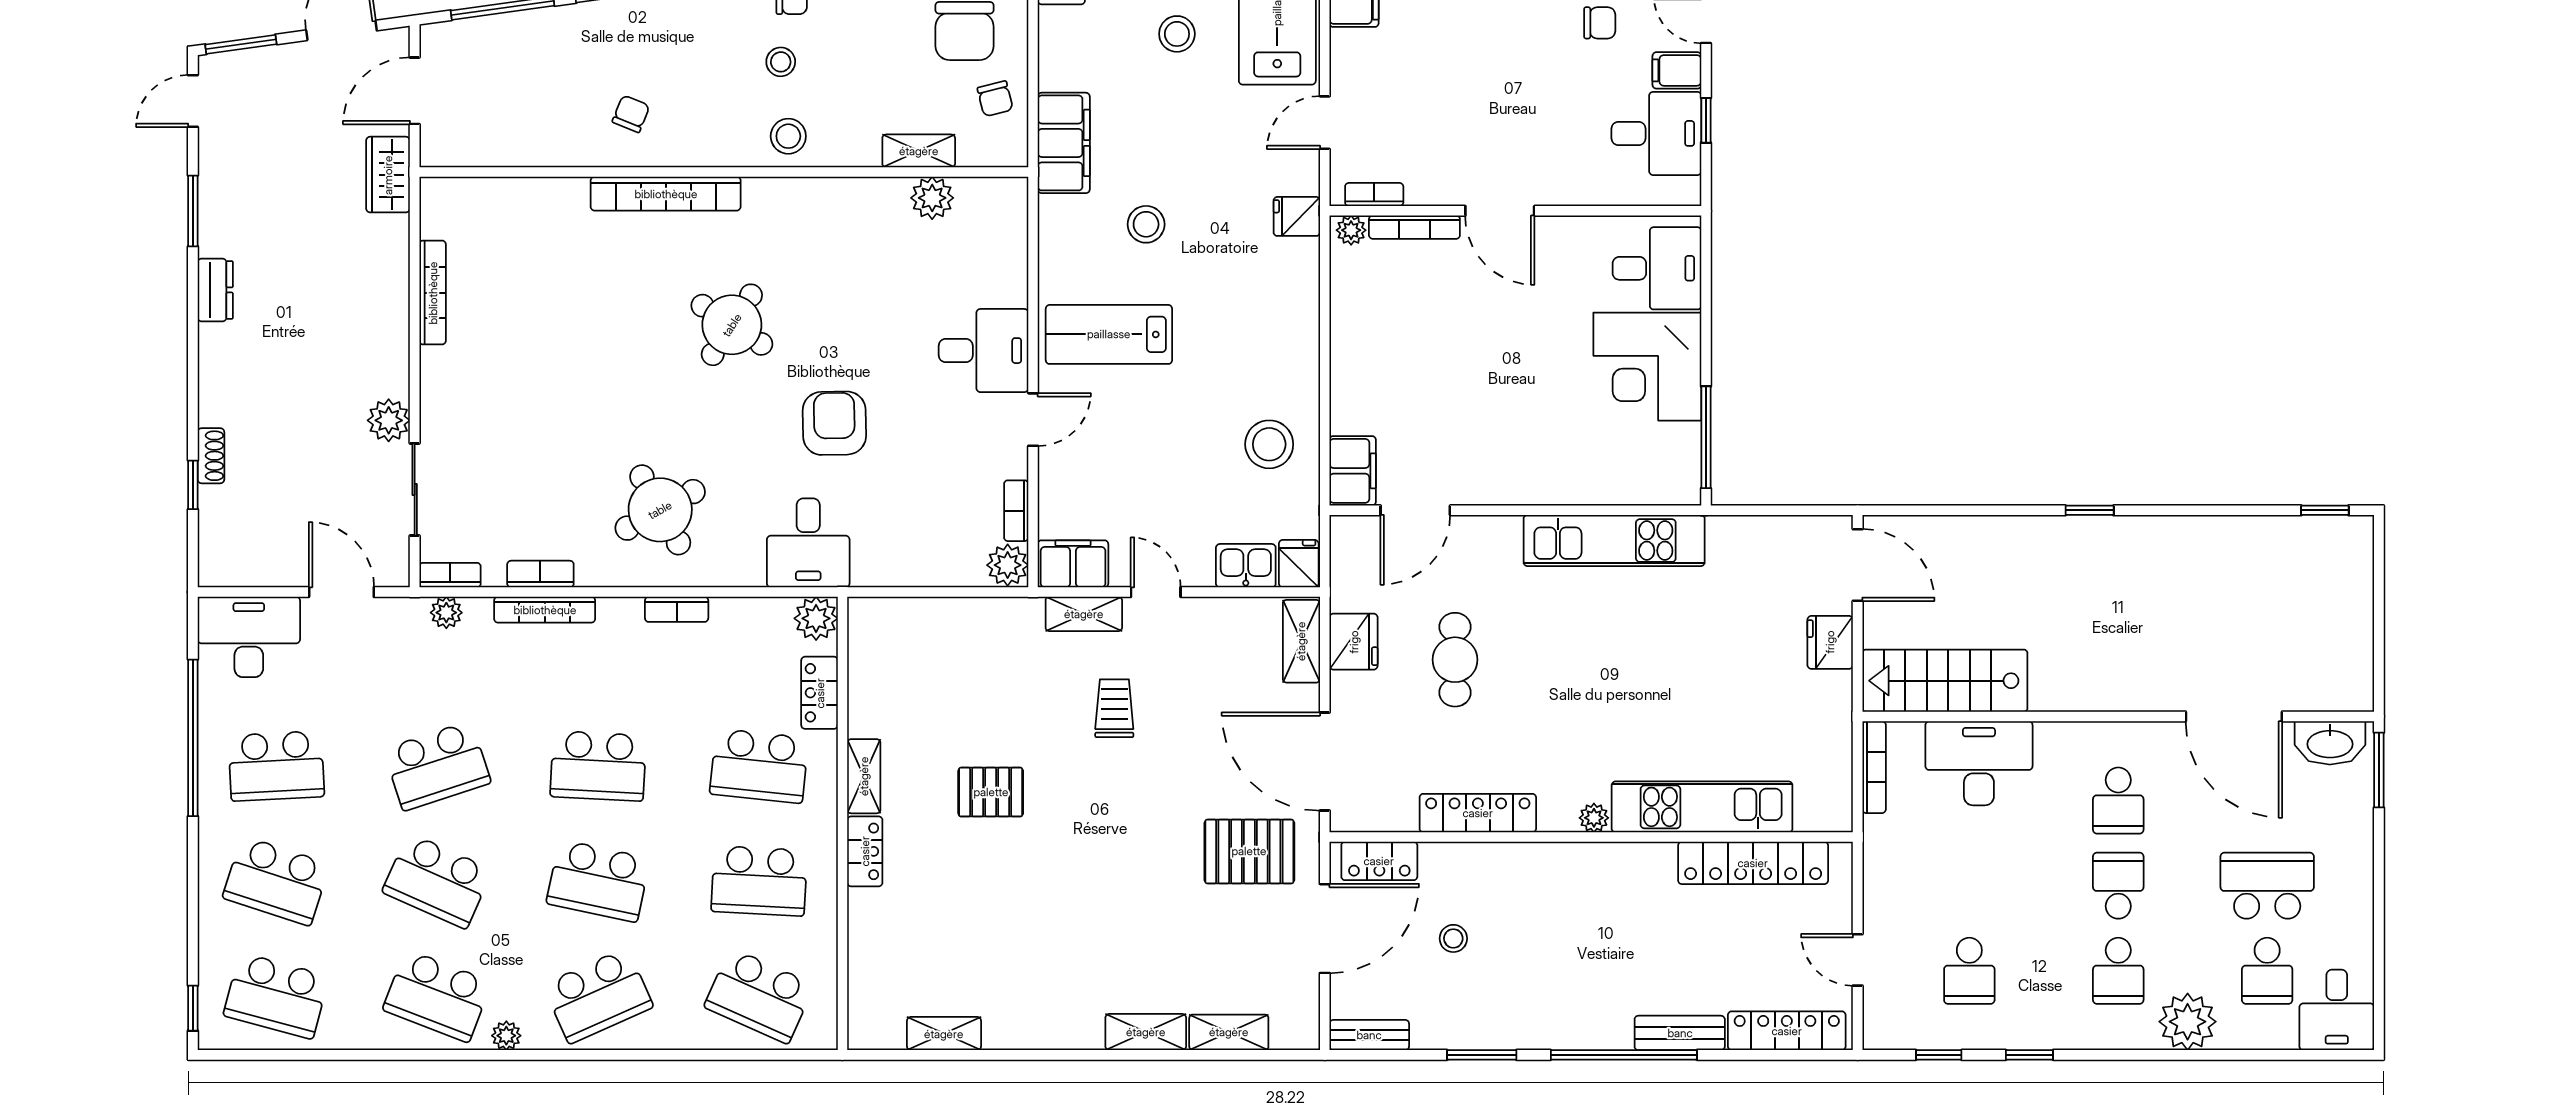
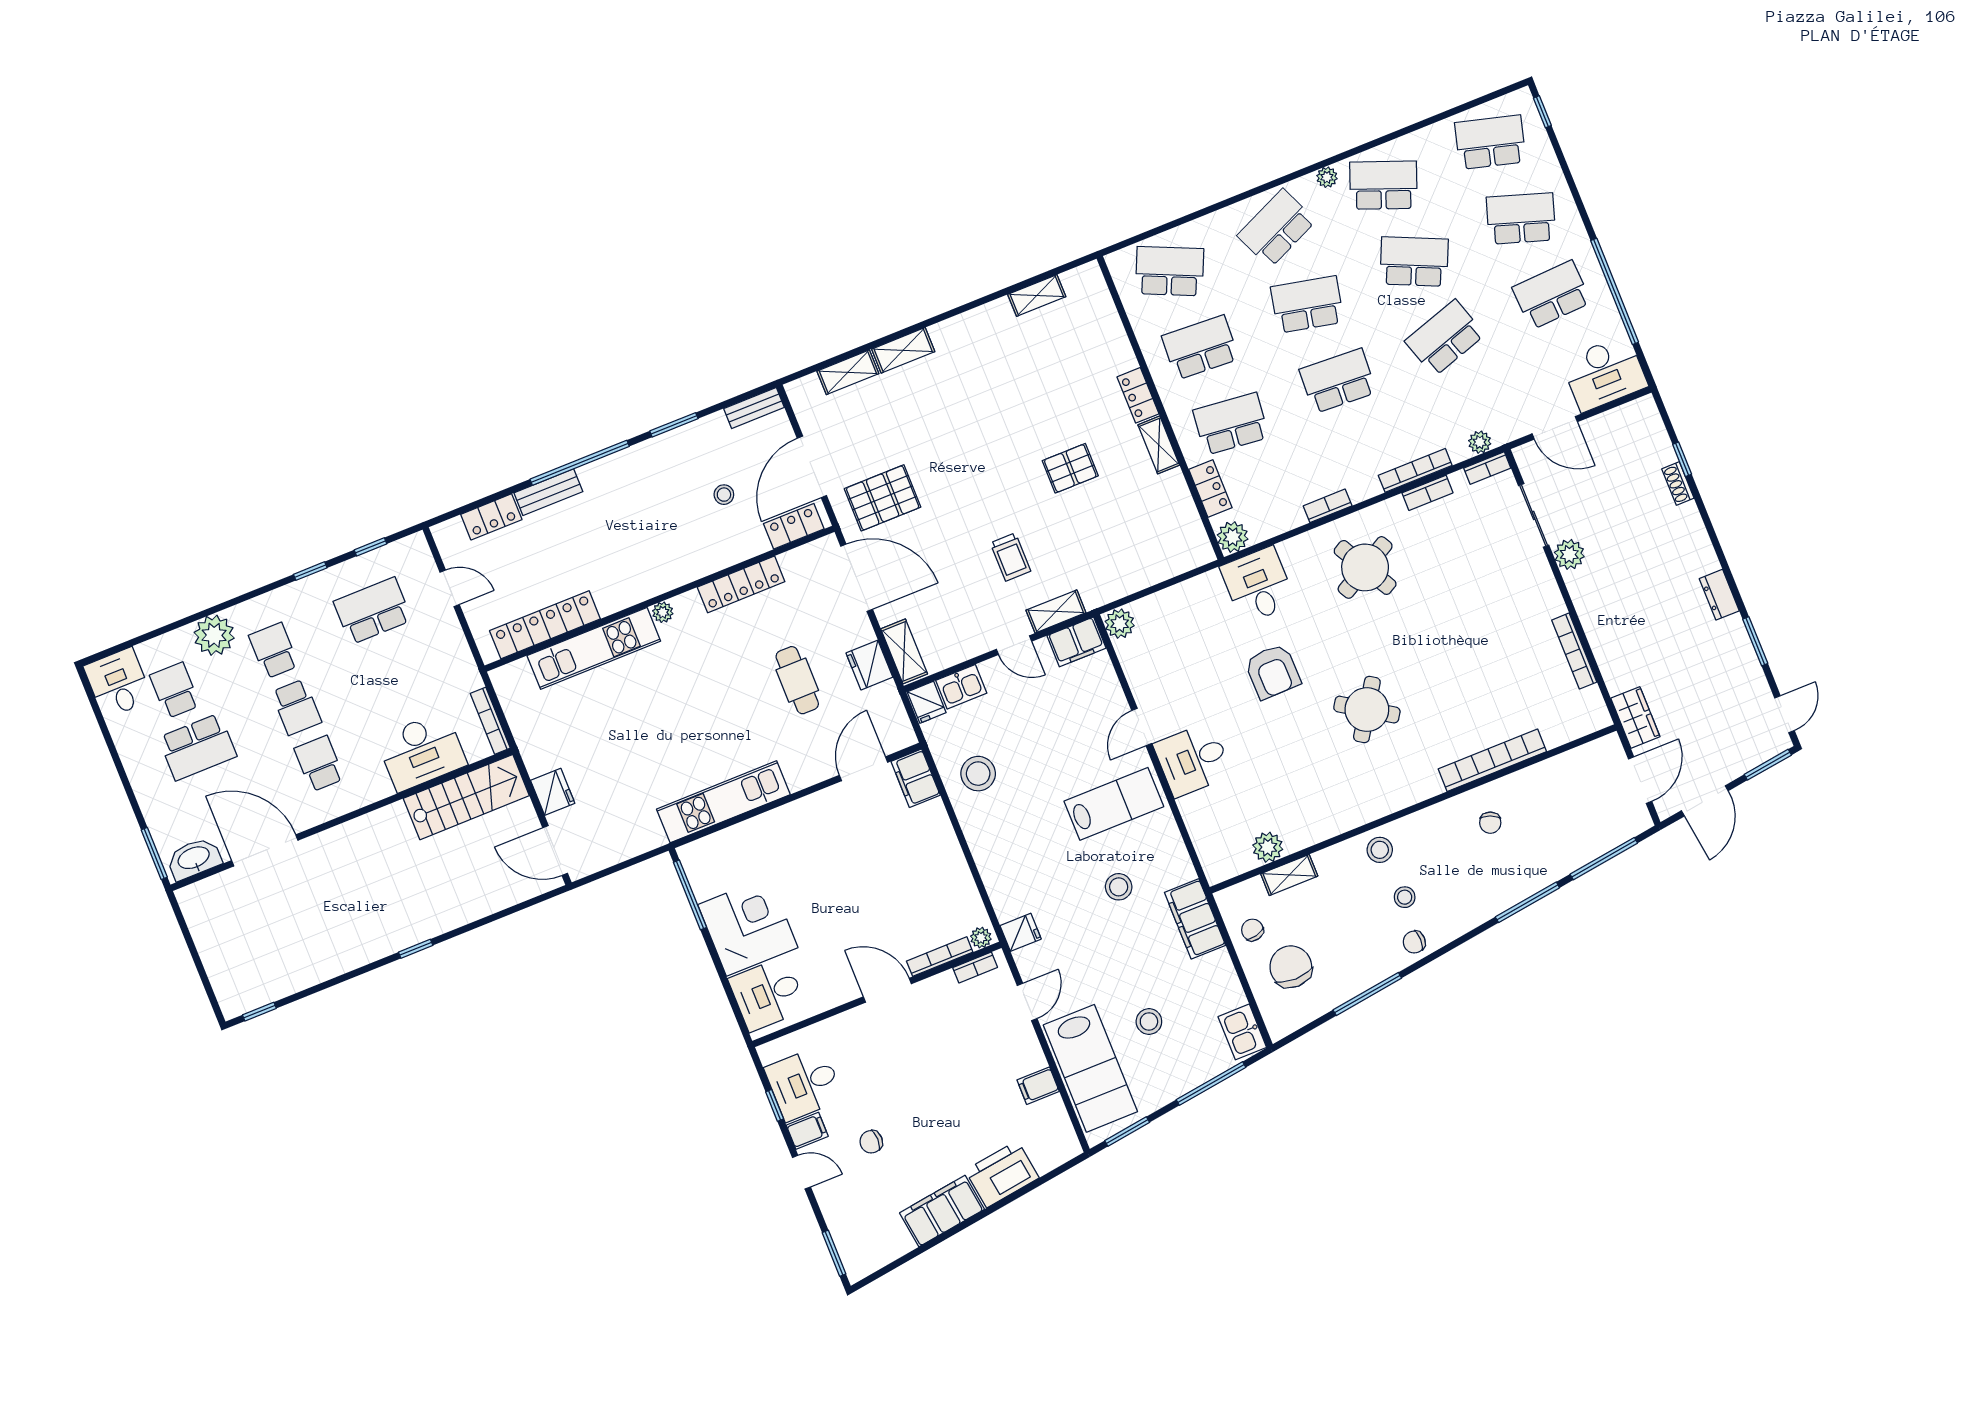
bookcase: (666, 194) -> (1492, 760), moved
bookcase: (1016, 511) -> (1128, 662), removed
school desk: (1969, 971) -> (373, 611), width x1.85
locker: (1787, 1031) -> (491, 517), width x0.66

